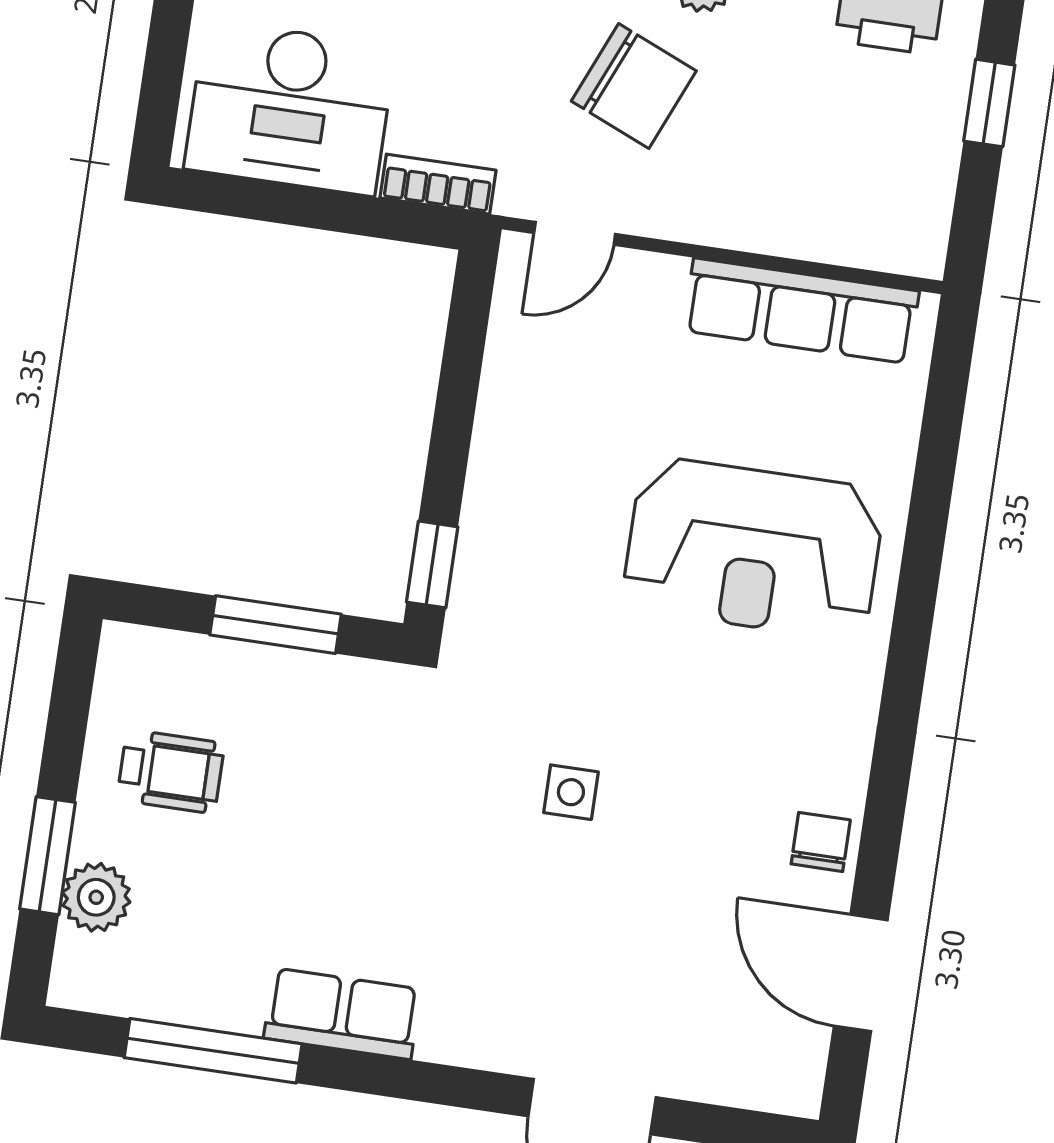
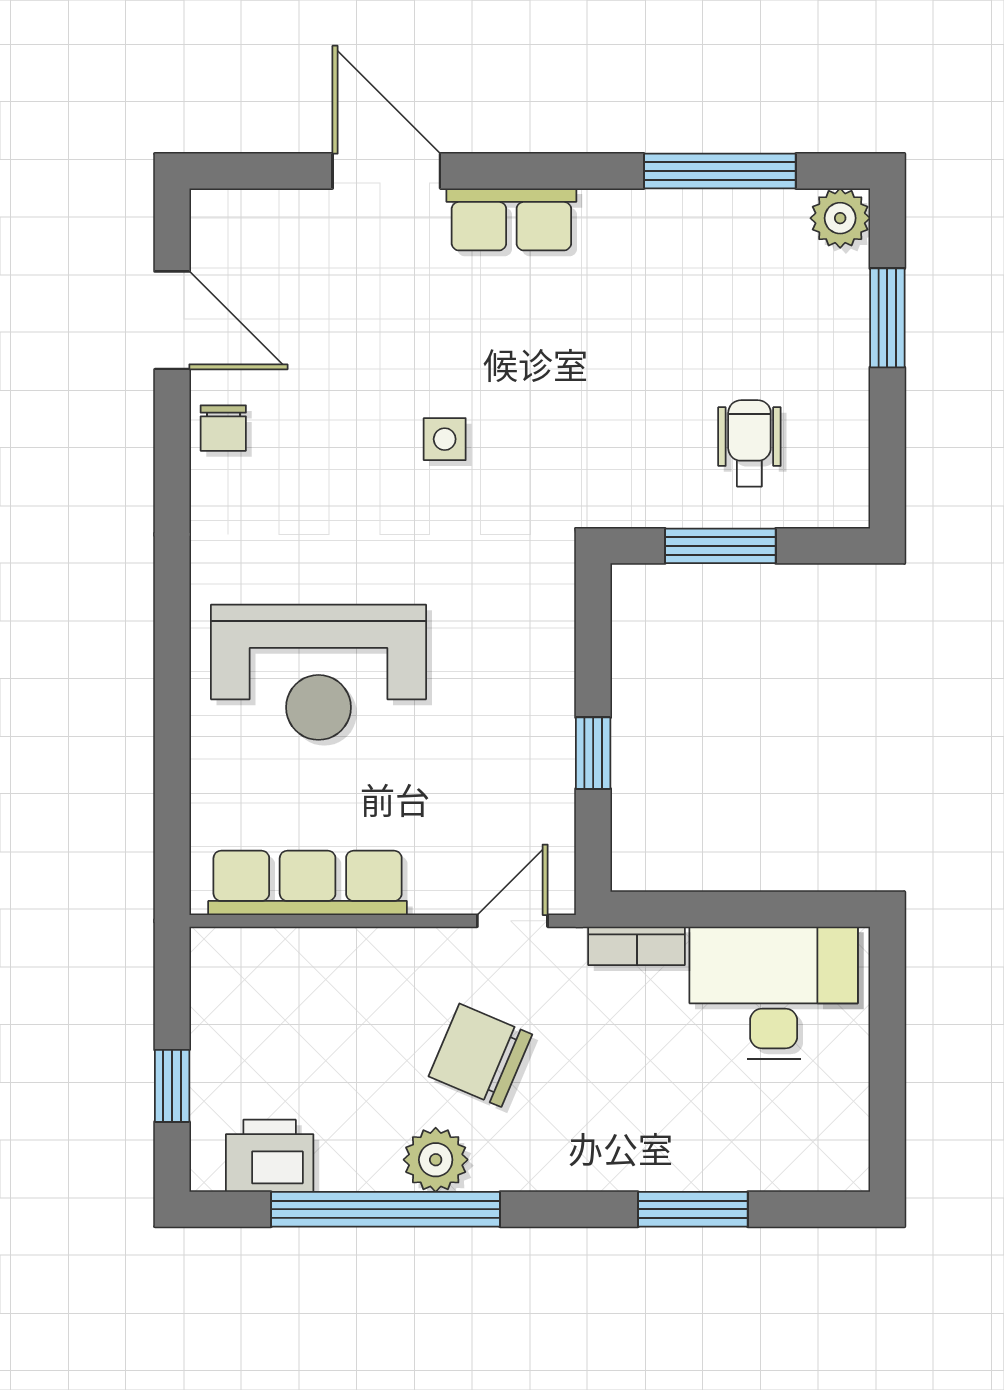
reception desk: (753, 548) -> (318, 672), turned 180
window: (432, 564) -> (593, 753), moved
wheelchair: (171, 771) -> (749, 443), moved, turned 90
plant: (96, 897) -> (840, 218), moved
row of seats: (342, 1014) -> (511, 219), moved

